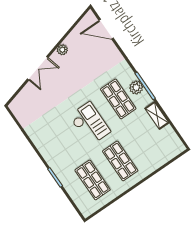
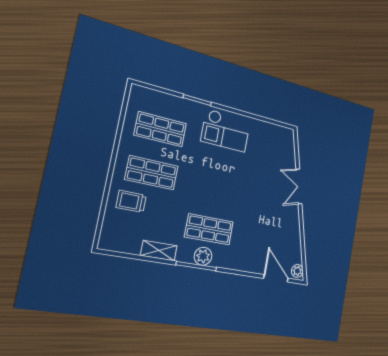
door: (106, 29) -> (276, 278), hinge flipped
plant: (62, 50) -> (297, 271), moved
checkout: (90, 124) -> (226, 131), moved
trolley: (146, 156) -> (131, 201), added

